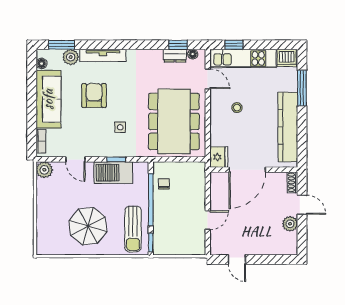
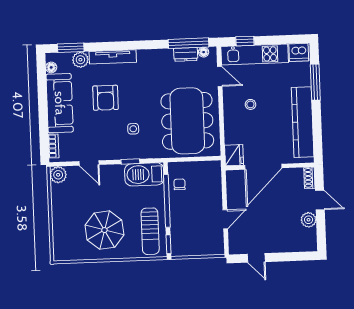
window: (178, 45) -> (188, 43), width x2.17
armchair: (94, 96) -> (105, 98), turned 180
barbecue: (113, 173) -> (144, 174), moved

